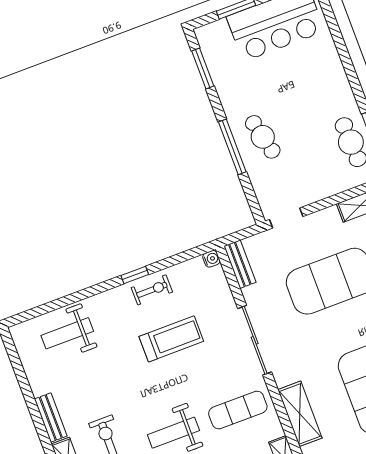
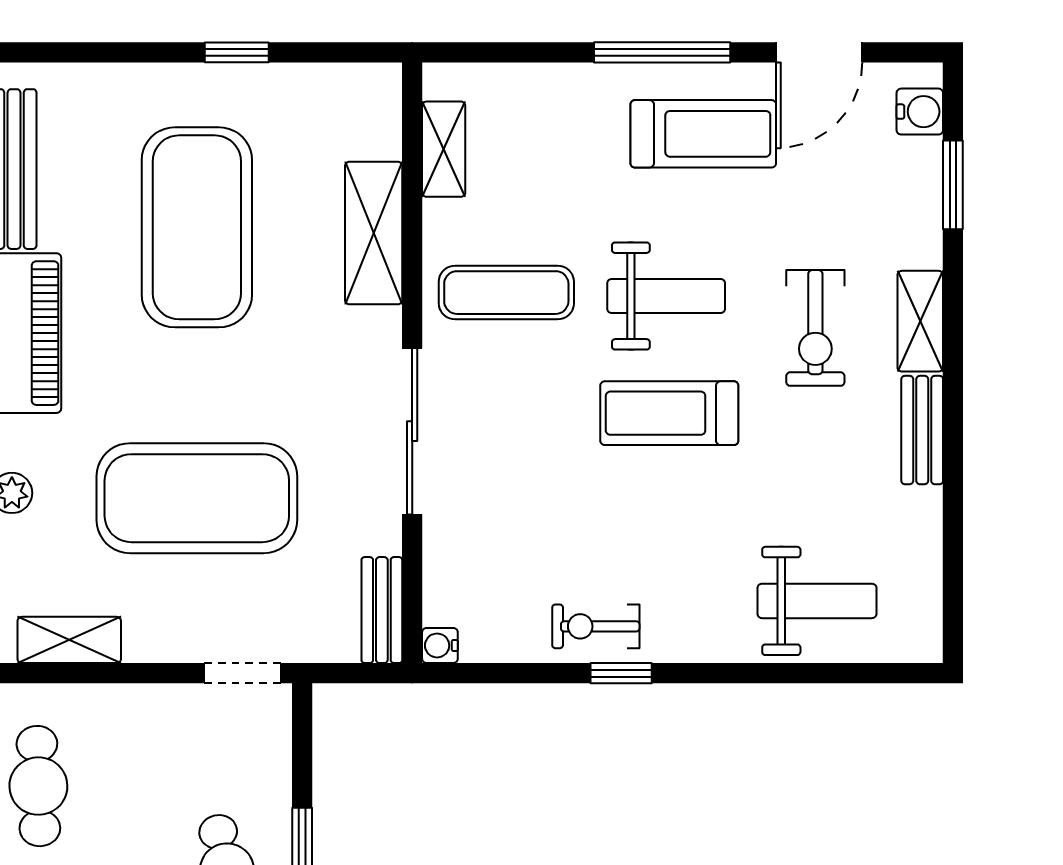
treadmill: (171, 339) -> (669, 413), moved

